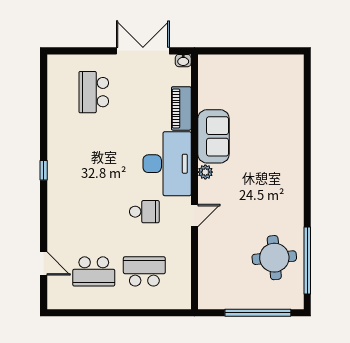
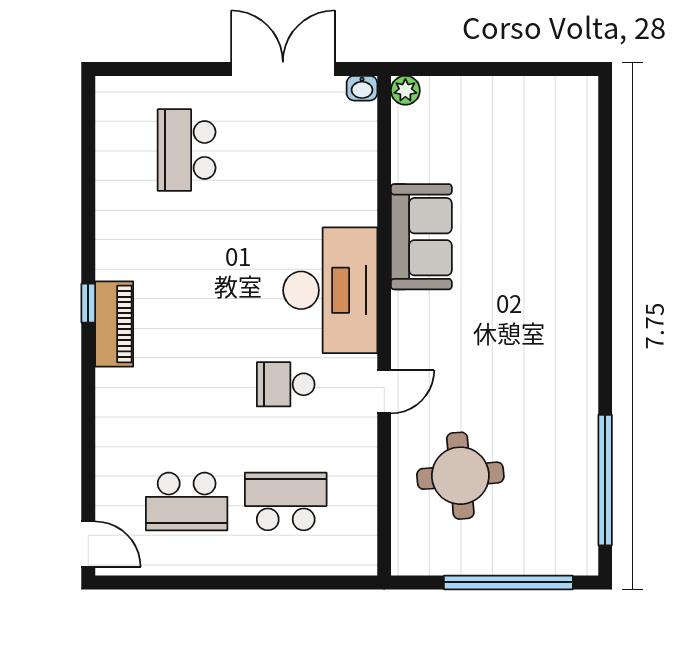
piano: (181, 108) -> (114, 324), moved, turned 180
plant: (205, 172) -> (405, 90), moved
school desk: (144, 212) -> (286, 384), turned 180
round table: (274, 258) -> (460, 476), moved
door: (44, 264) -> (88, 544), moved

